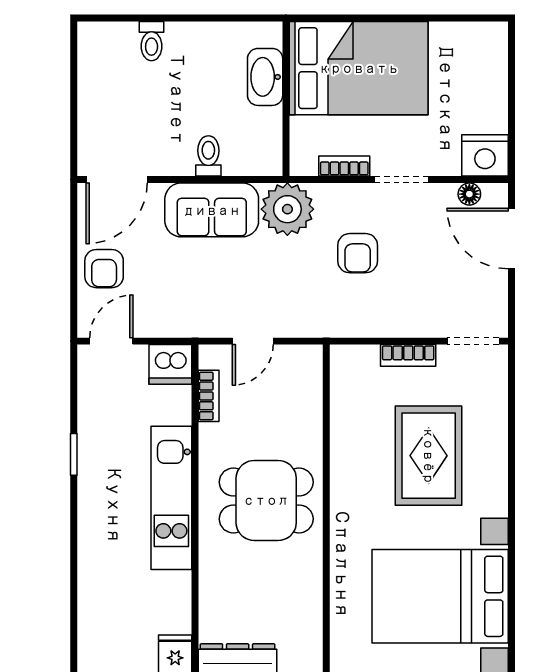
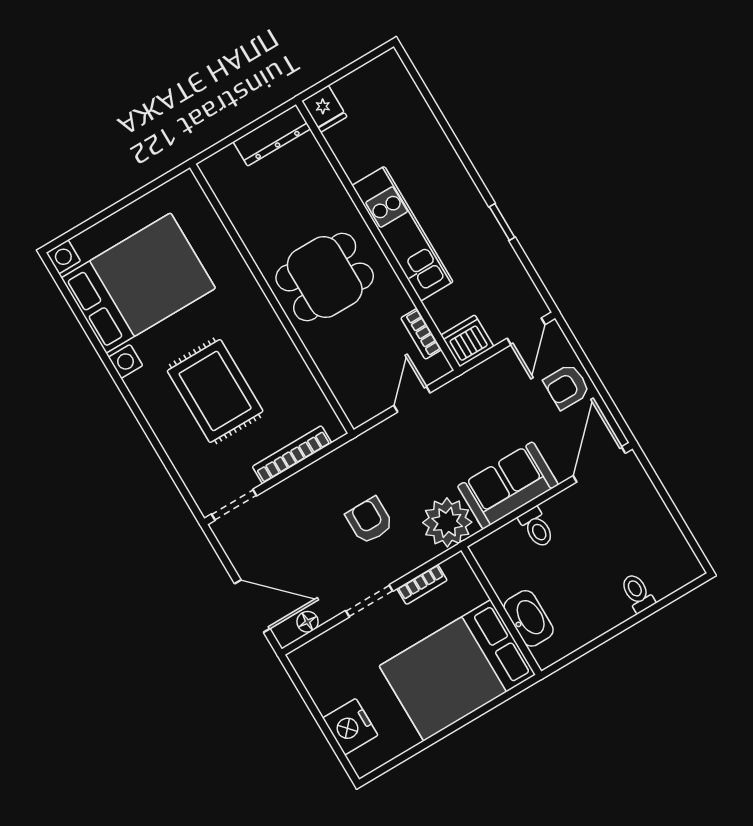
nightstand: (485, 155) -> (350, 727), moved, turned -90
armchair: (104, 269) -> (567, 386), turned -90
bookcase: (408, 355) -> (292, 455), width x1.56

